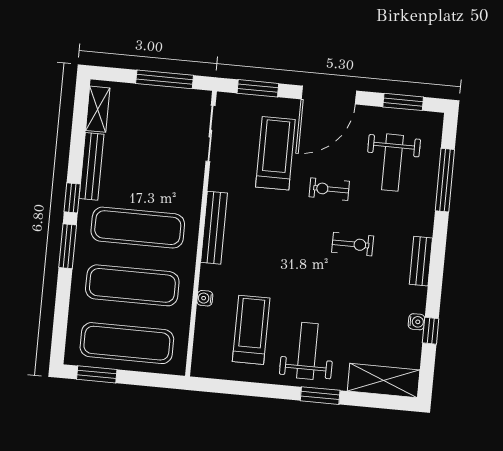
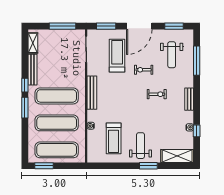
treadmill: (251, 330) -> (114, 138), turned 180

